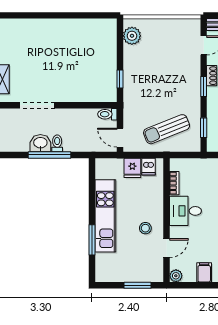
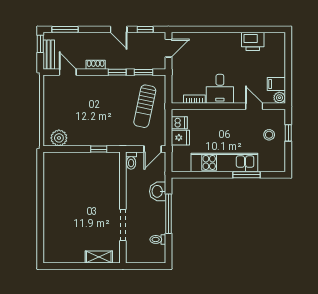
window: (204, 86) -> (117, 72), moved
sun lounger: (167, 129) -> (145, 106), turned 34
washbasin: (40, 143) -> (158, 191), moved
toilet: (57, 143) -> (158, 239), moved
stool: (145, 228) -> (269, 135), moved
filing cabinet: (204, 272) -> (276, 84), moved
window: (138, 285) -> (288, 133), width x0.67

